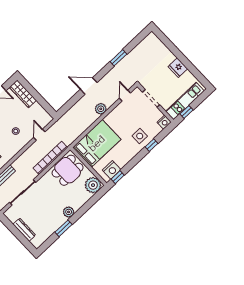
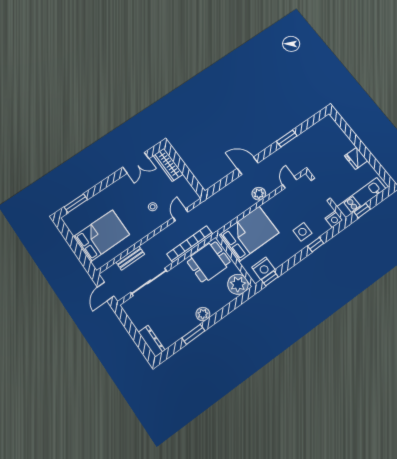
dresser: (24, 230) -> (152, 341), moved

